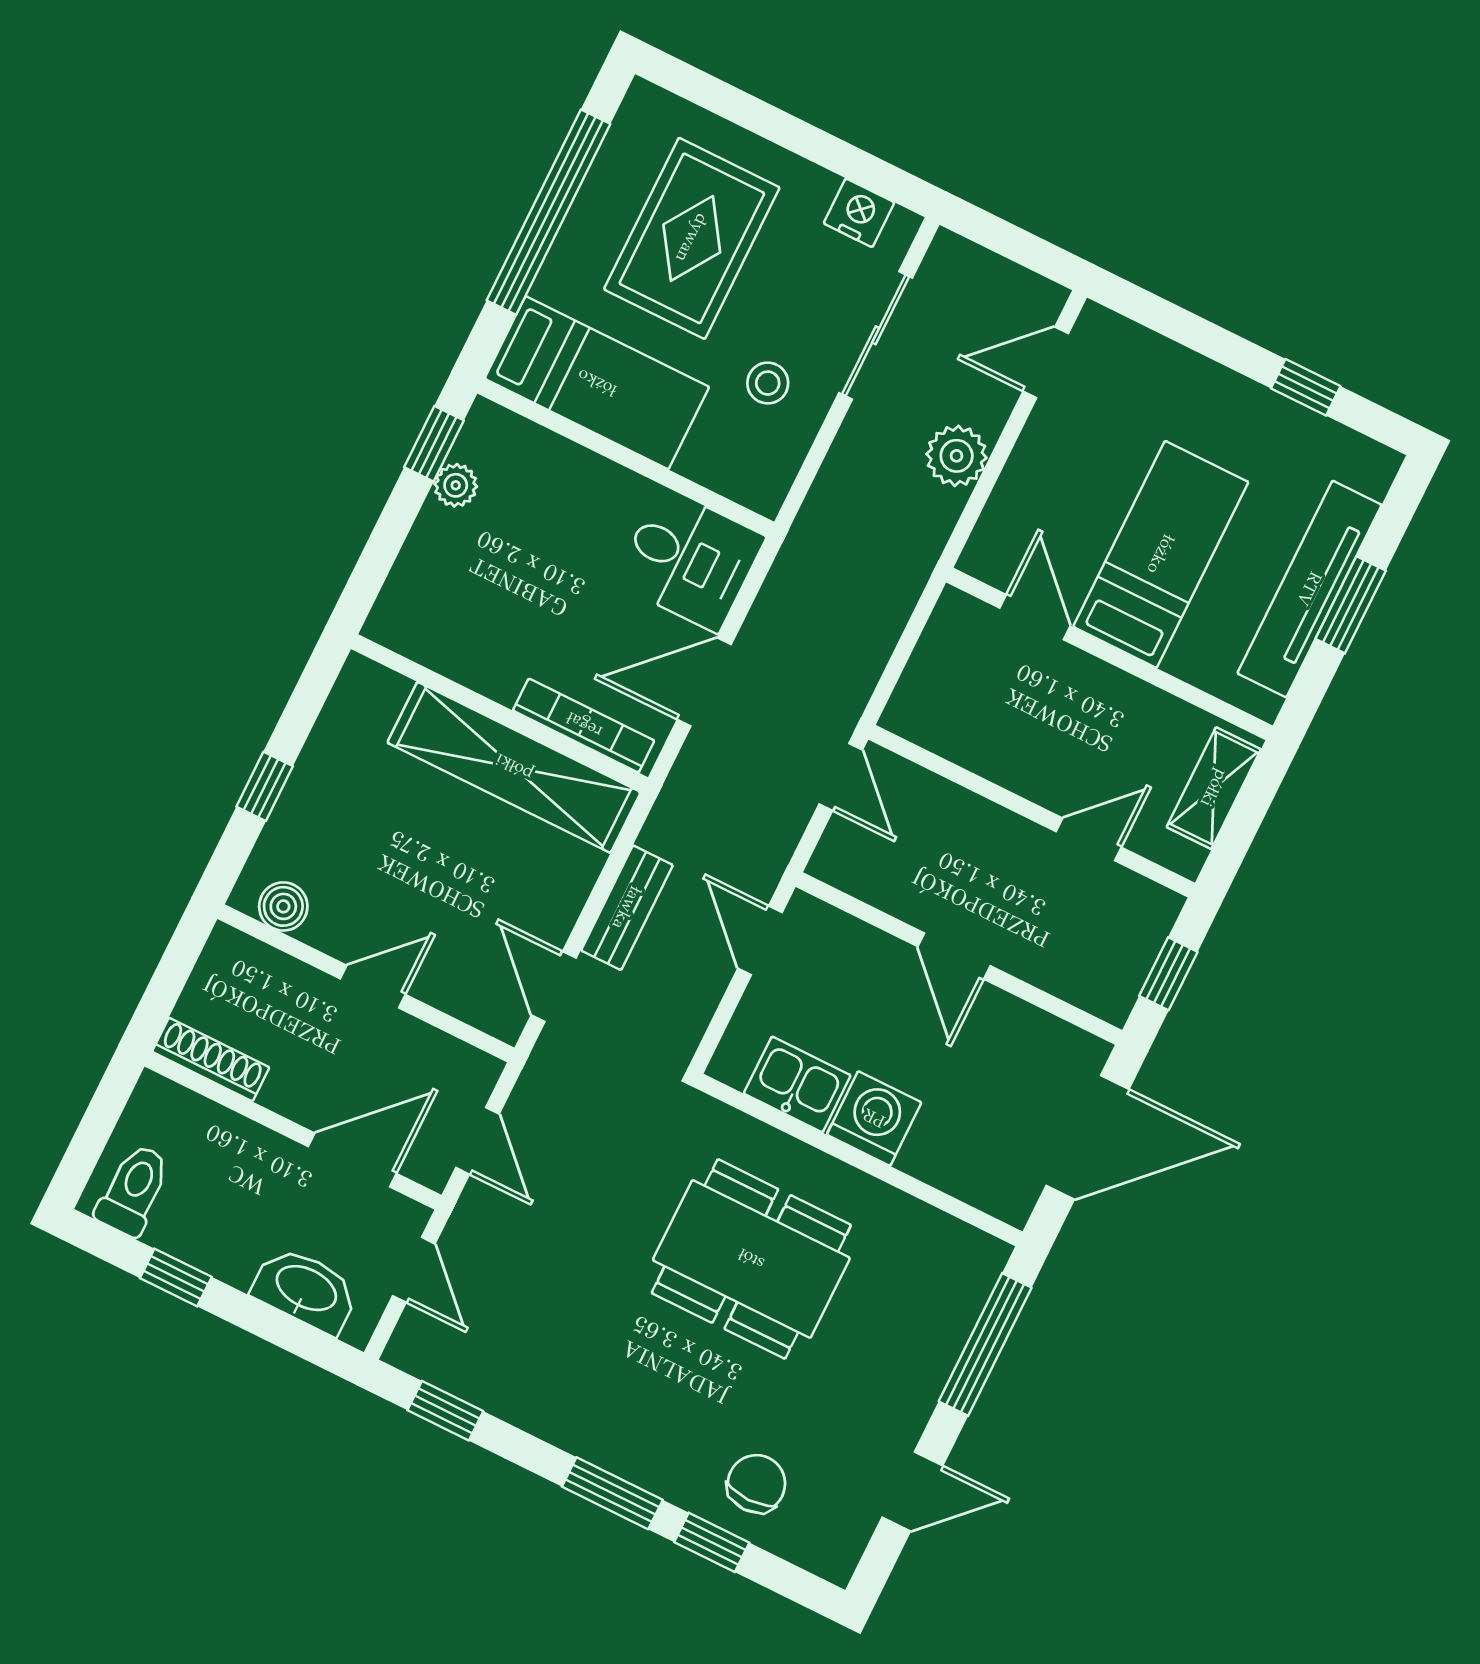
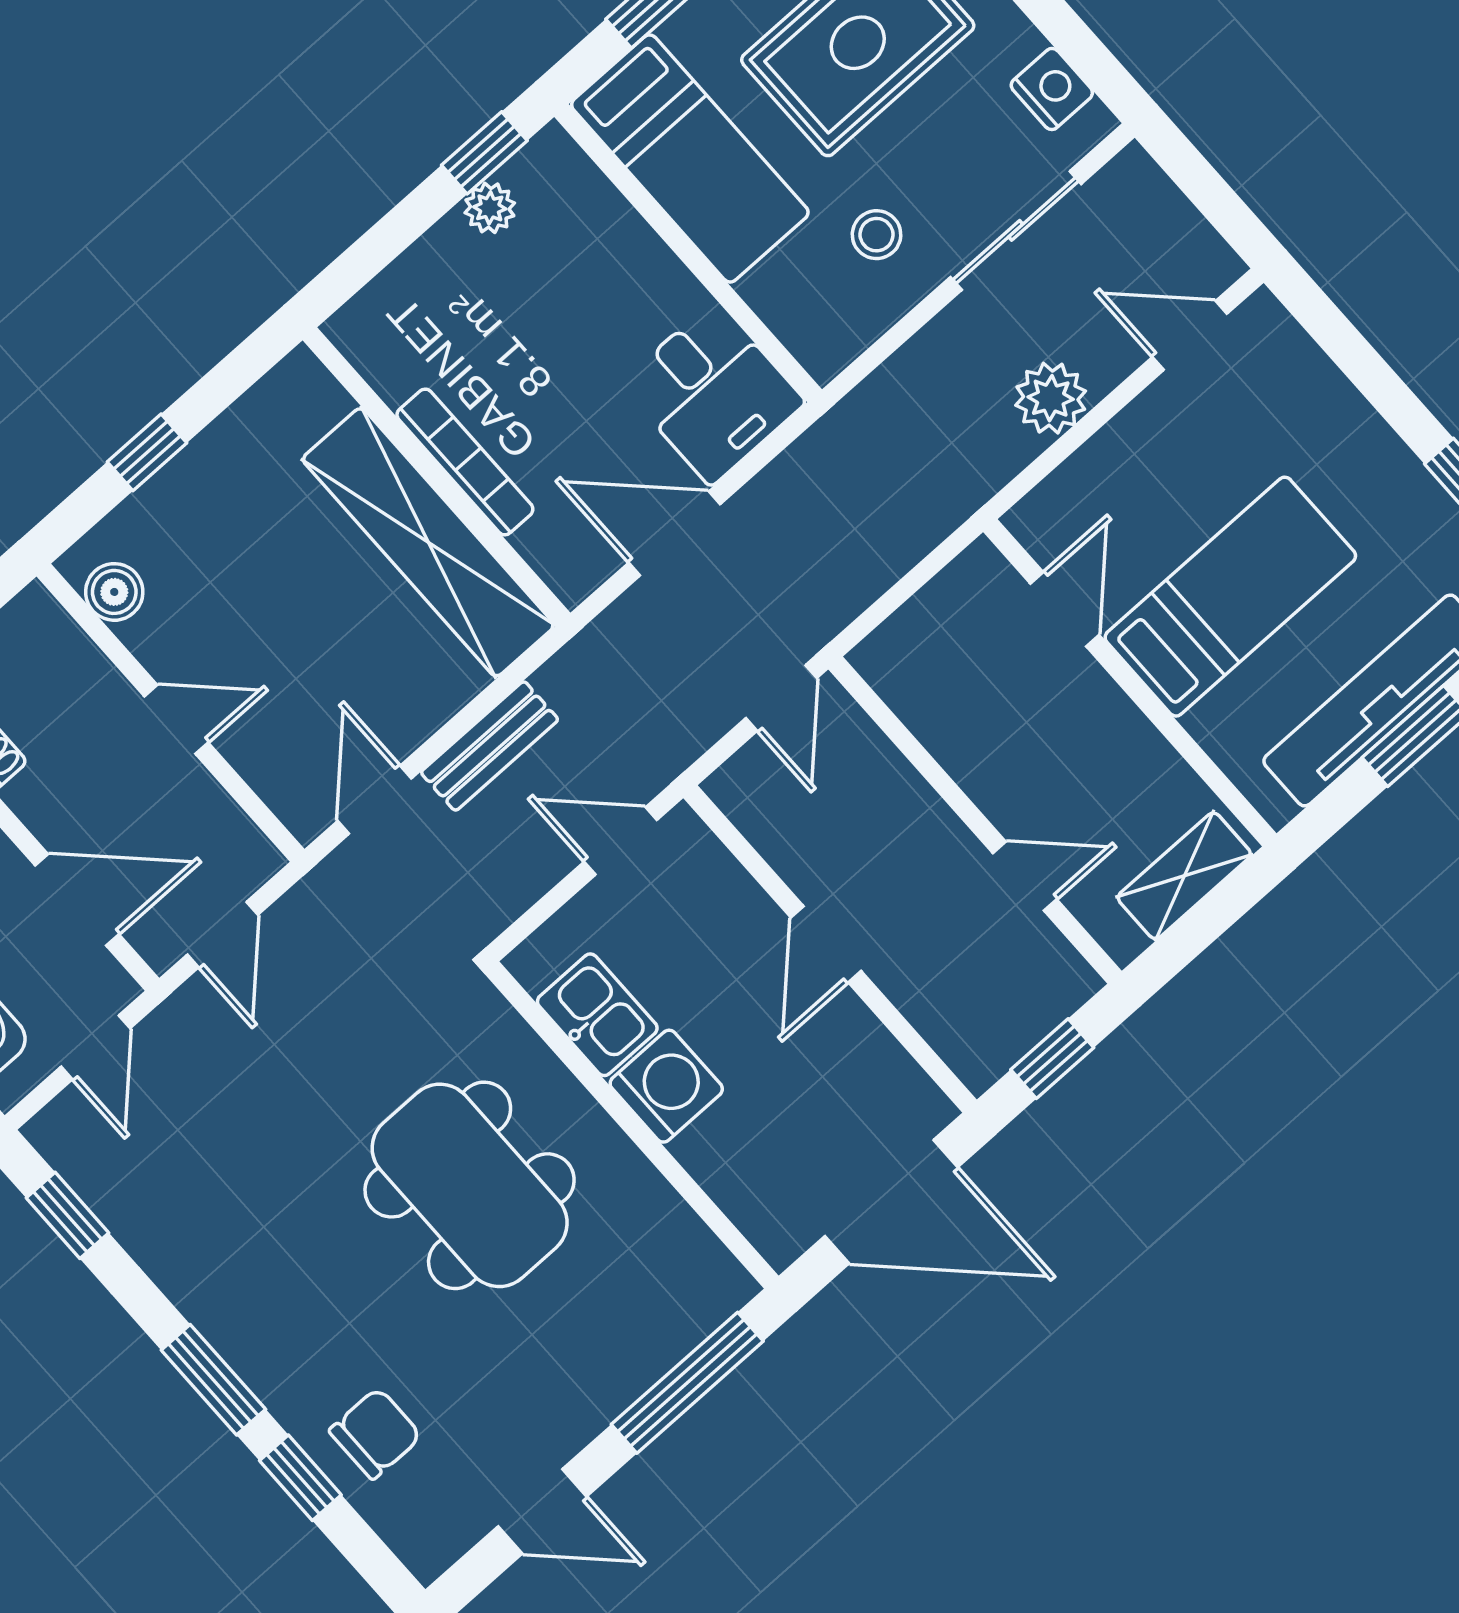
bookcase: (584, 725) -> (465, 462), moved
door: (760, 940) -> (621, 841), hinge flipped

